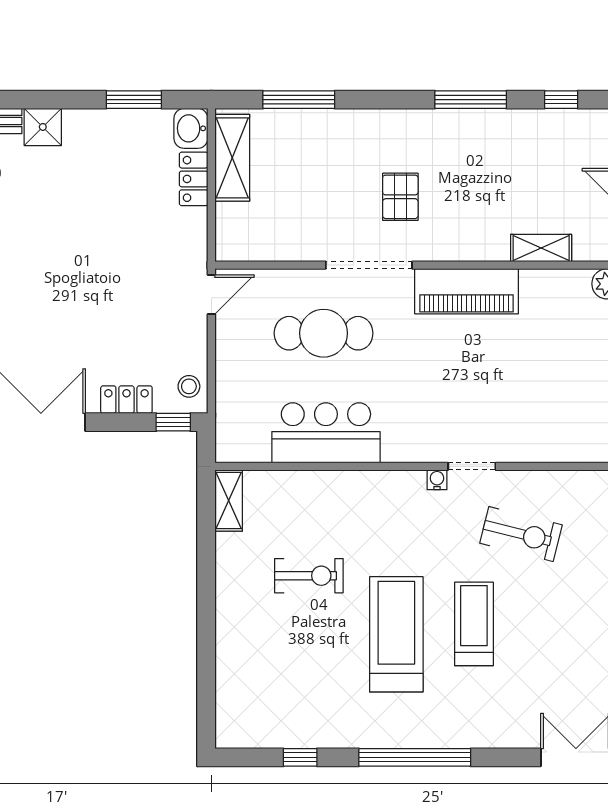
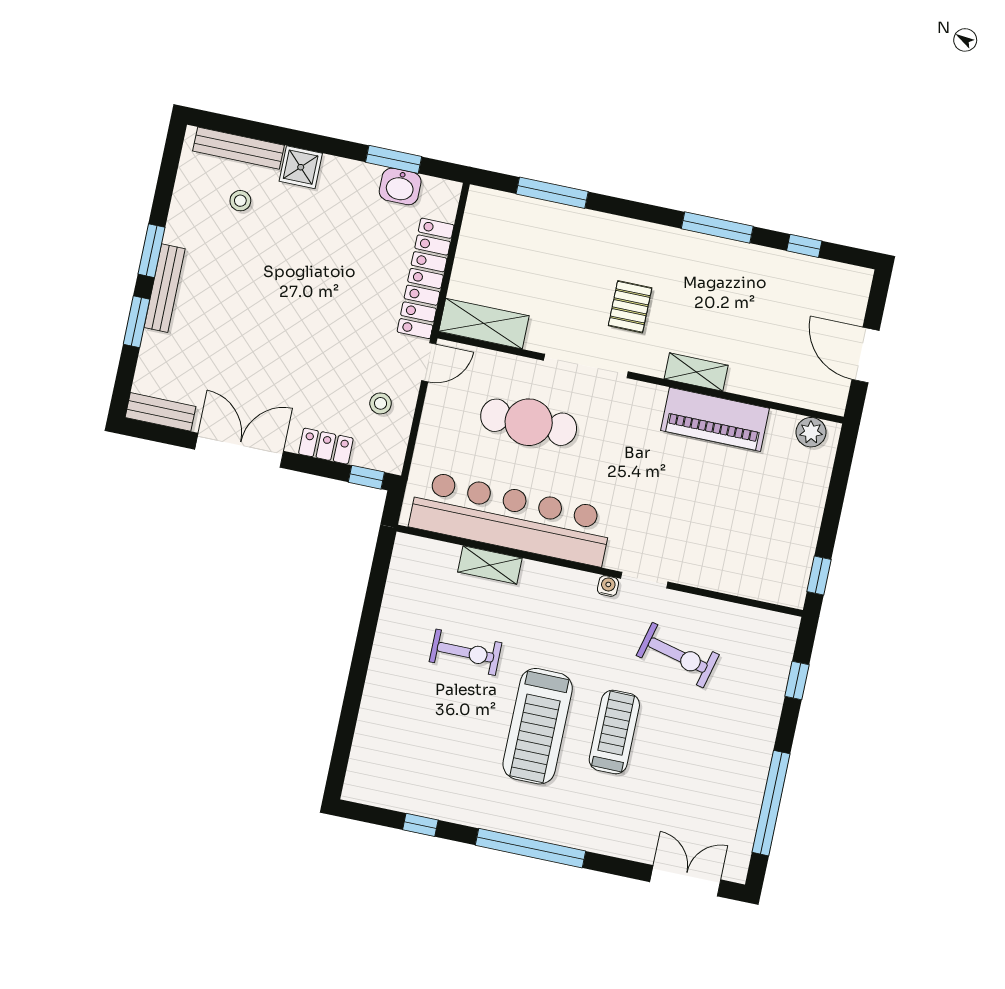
washbasin: (191, 128) -> (400, 186), moved, turned -90
shelving: (232, 158) -> (484, 324), moved, turned 90
locker: (194, 179) -> (426, 278), width x2.16, depth x1.21
shelving: (541, 248) -> (696, 372), moved
piano: (467, 291) -> (715, 419), moved
stool: (189, 386) -> (381, 403), moved
bar counter: (326, 433) -> (511, 518), width x1.86
shelving: (229, 501) -> (490, 565), moved, turned 90
treadmill: (396, 634) -> (538, 726), turned 180

